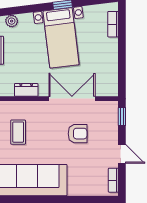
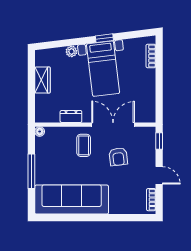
plant: (12, 21) -> (71, 51), moved
coffee table: (18, 132) -> (84, 145), moved
armchair: (78, 134) -> (118, 157), turned 83

